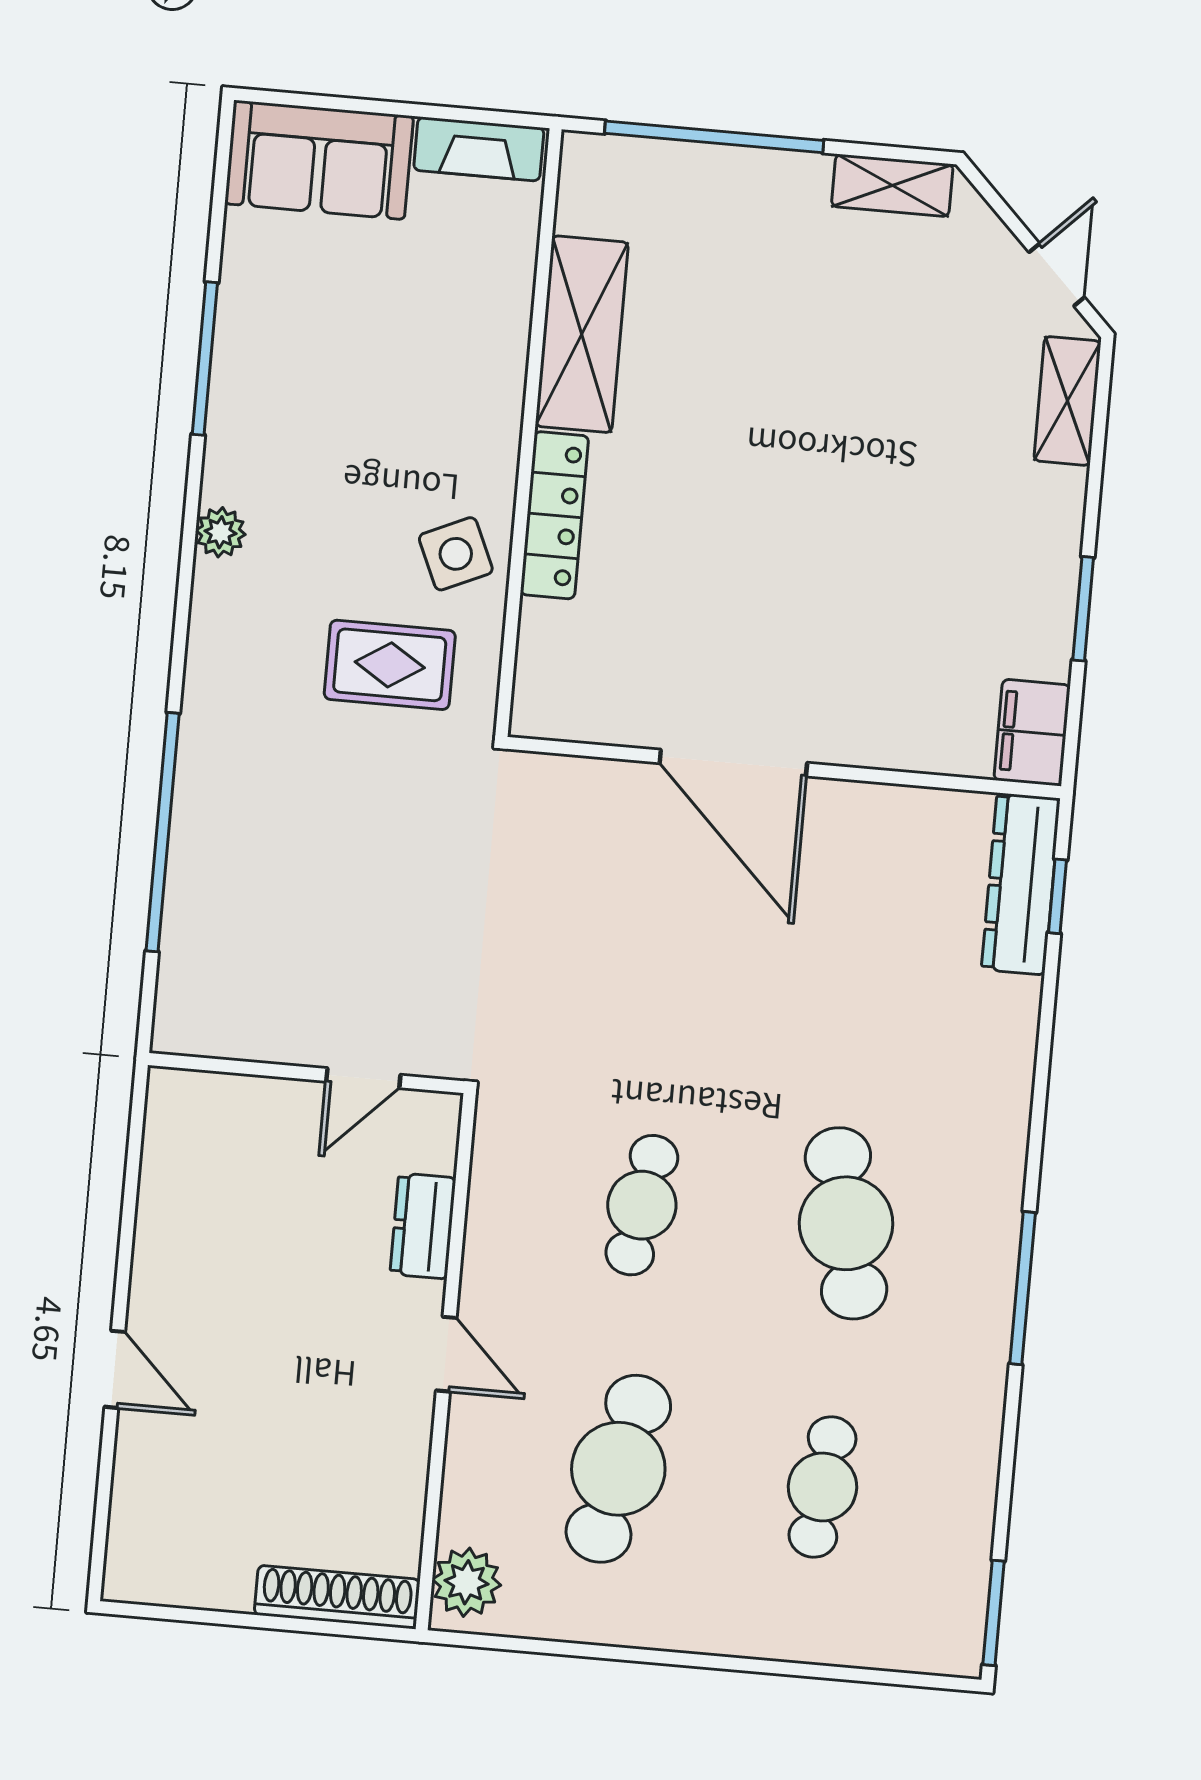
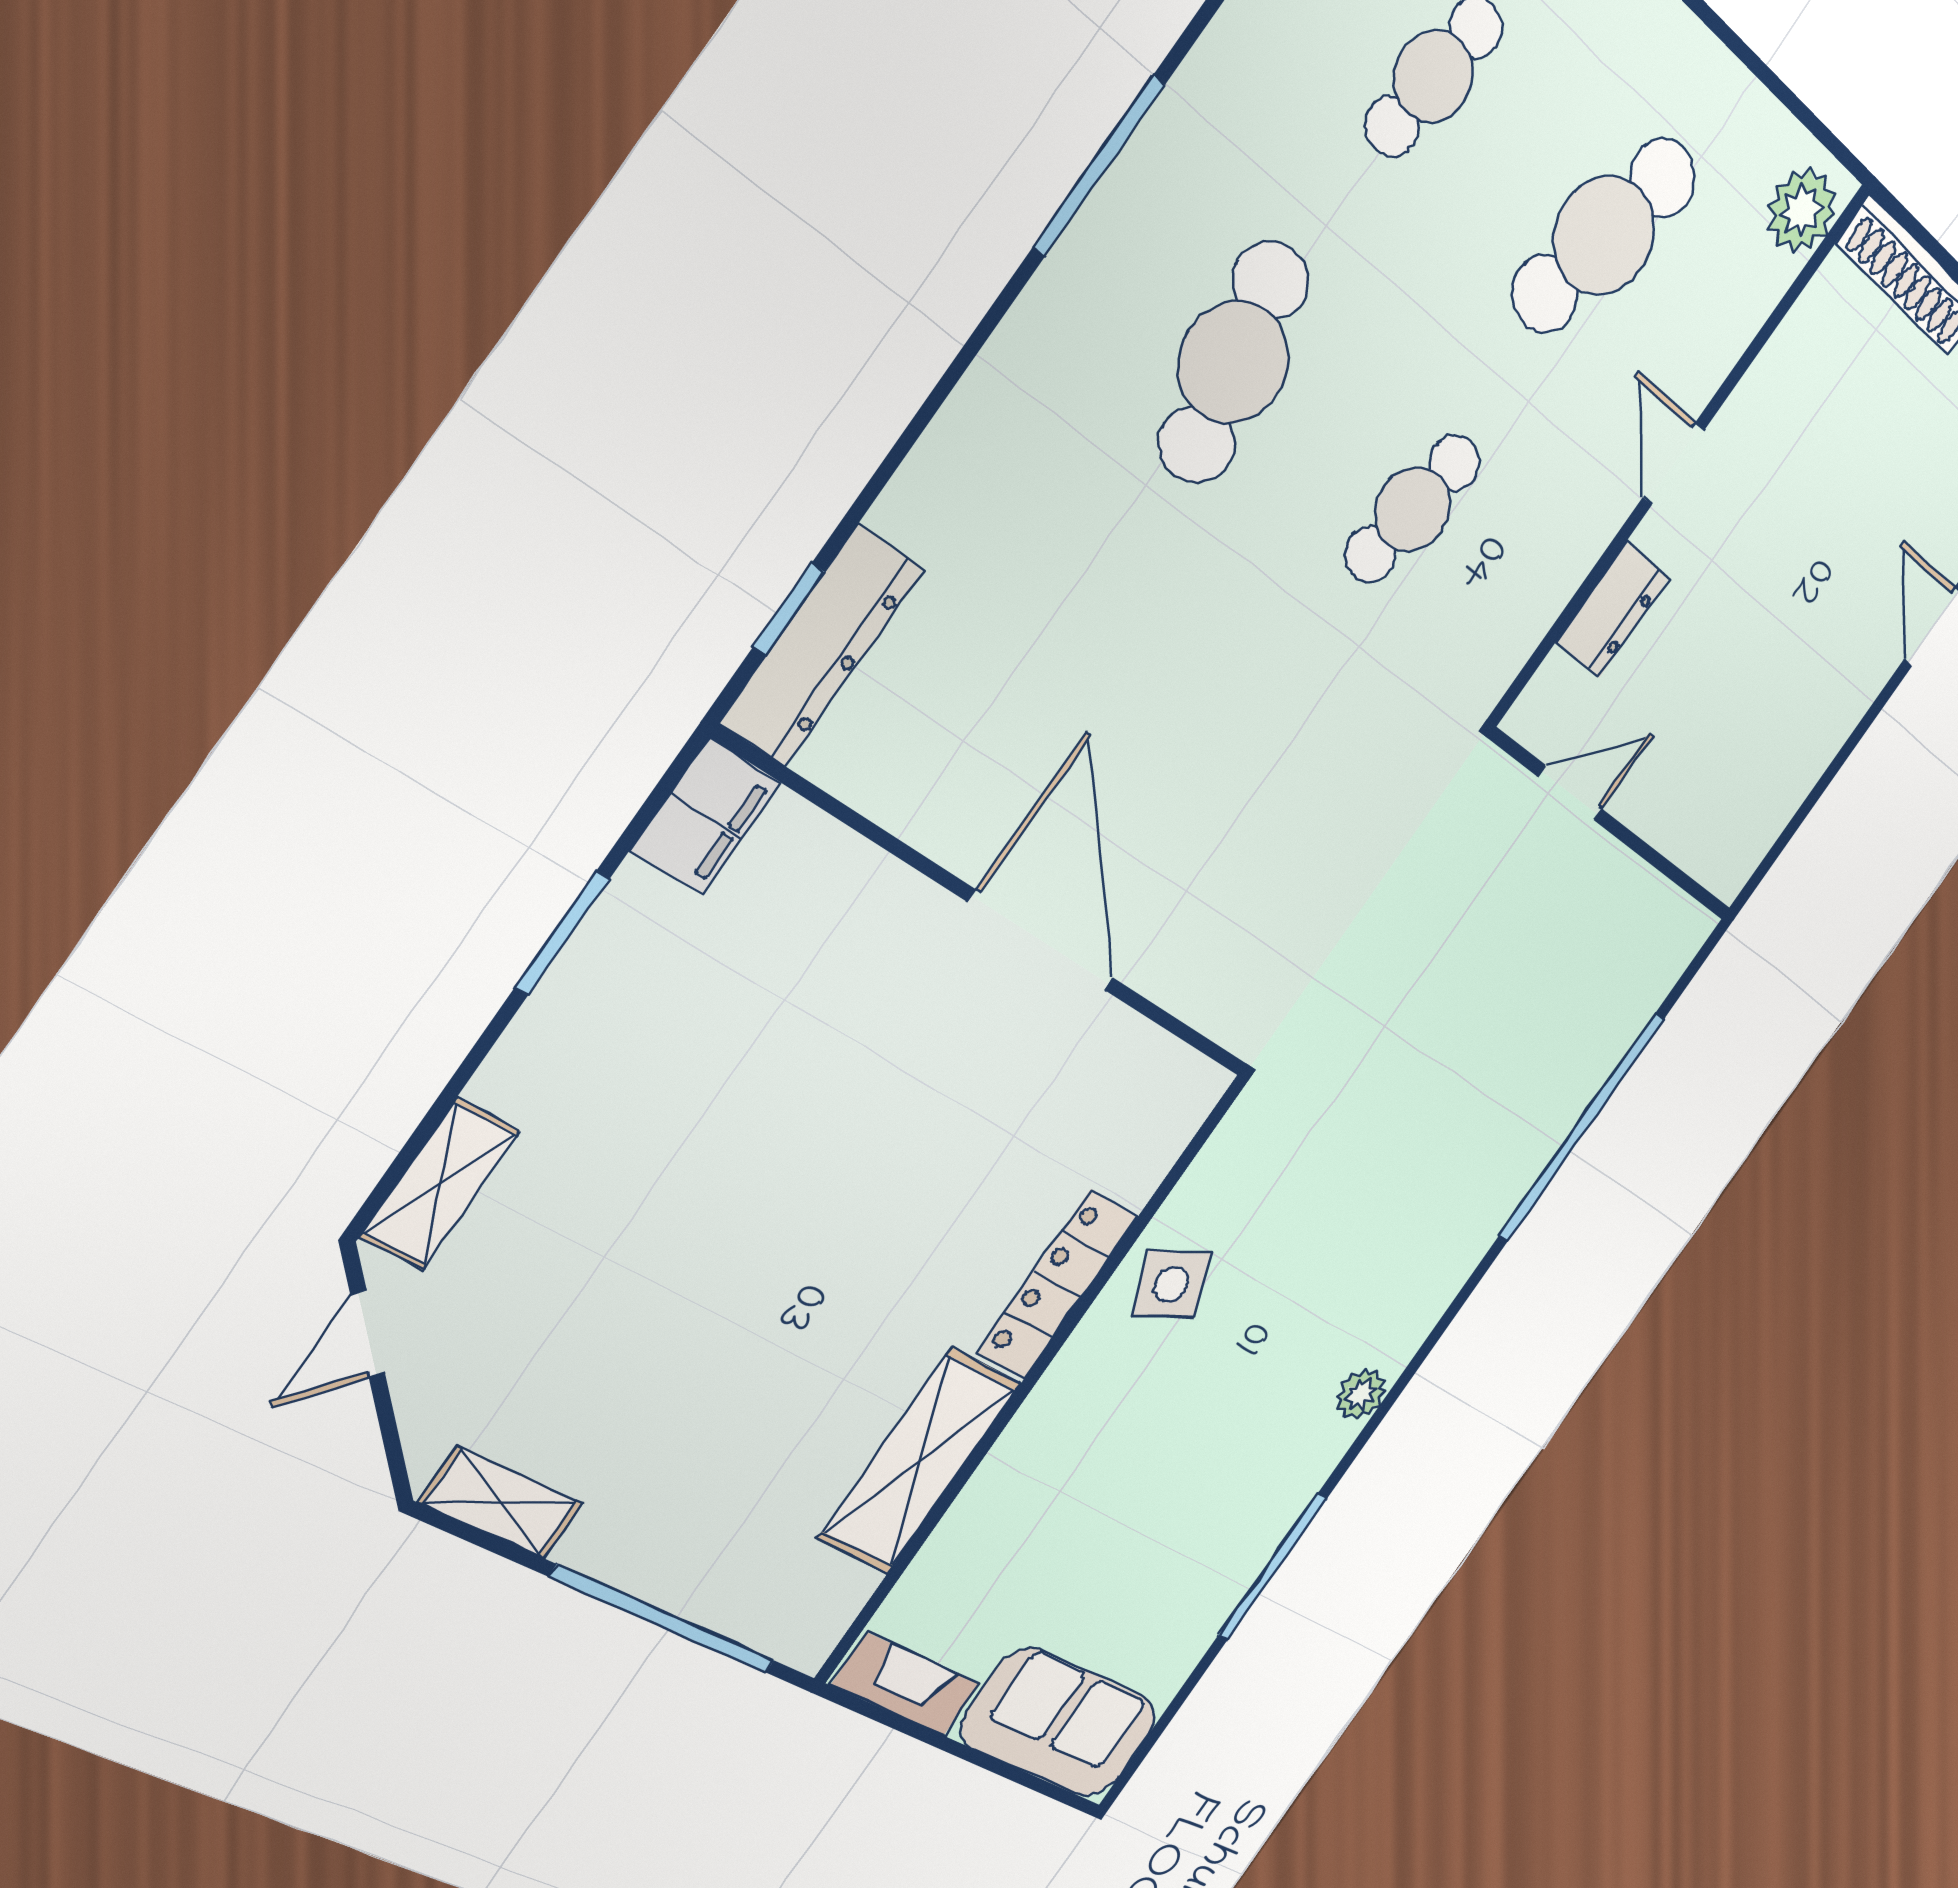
rug: (390, 665) -> (1297, 1199), removed

